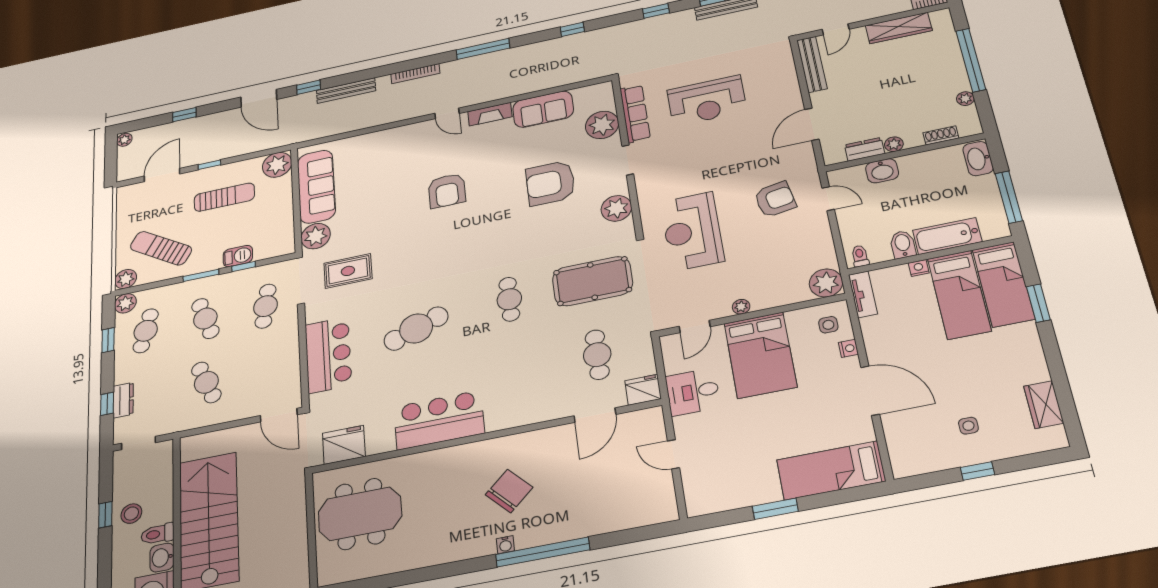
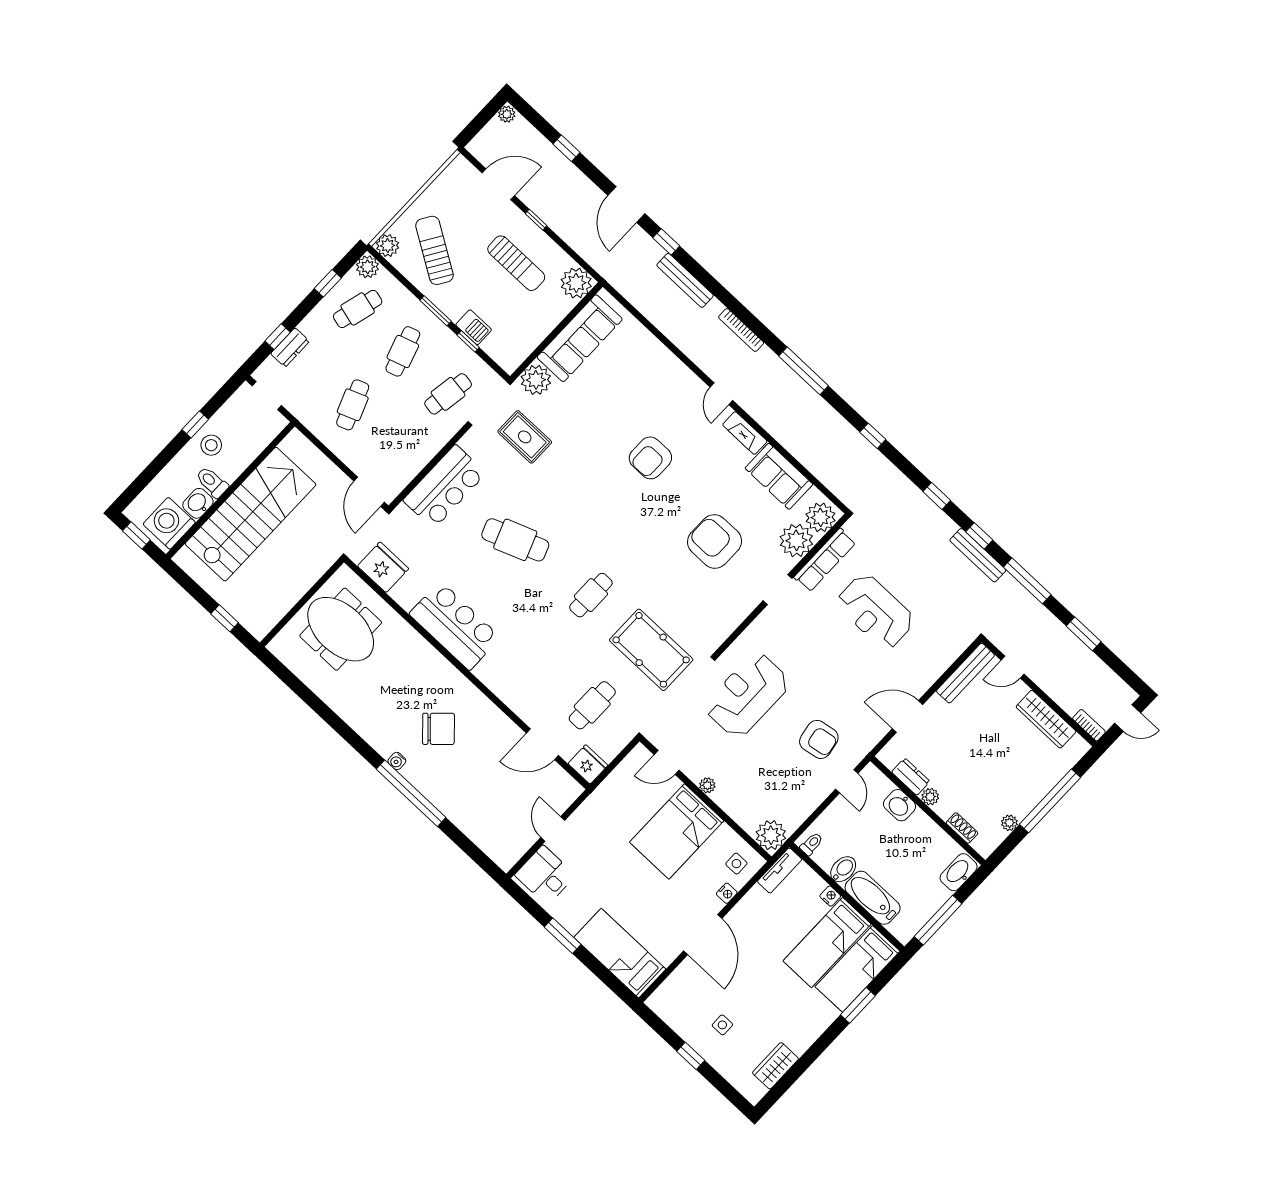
plant: (616, 208) -> (820, 517), moved
desk: (693, 392) -> (545, 875), moved

